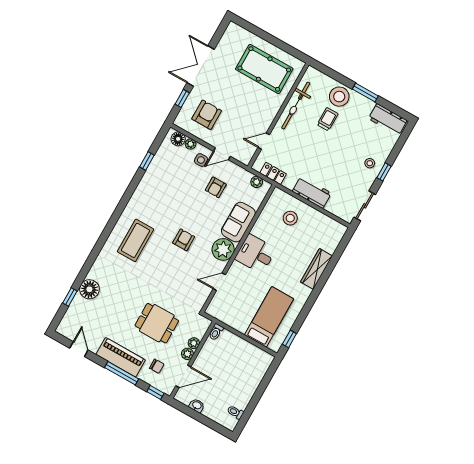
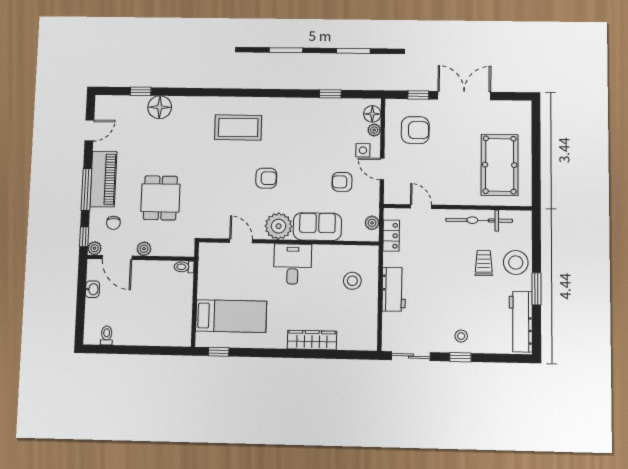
trolley: (328, 119) -> (484, 263), turned -90
workbench: (388, 120) -> (521, 322), width x1.38
plant: (194, 343) -> (95, 248), moved

